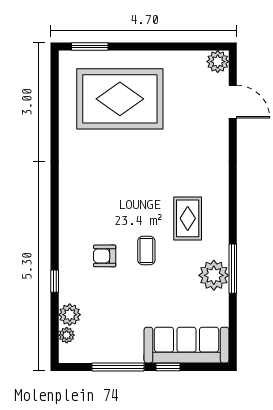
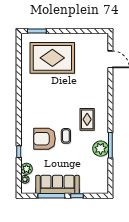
plant: (218, 62) -> (103, 39), removed
armchair: (105, 256) -> (44, 139), width x1.88, depth x1.88
sofa: (187, 345) -> (58, 184), moved

